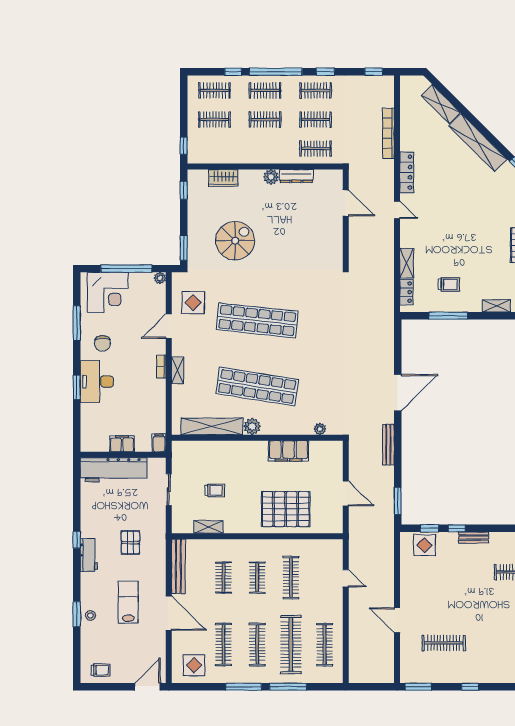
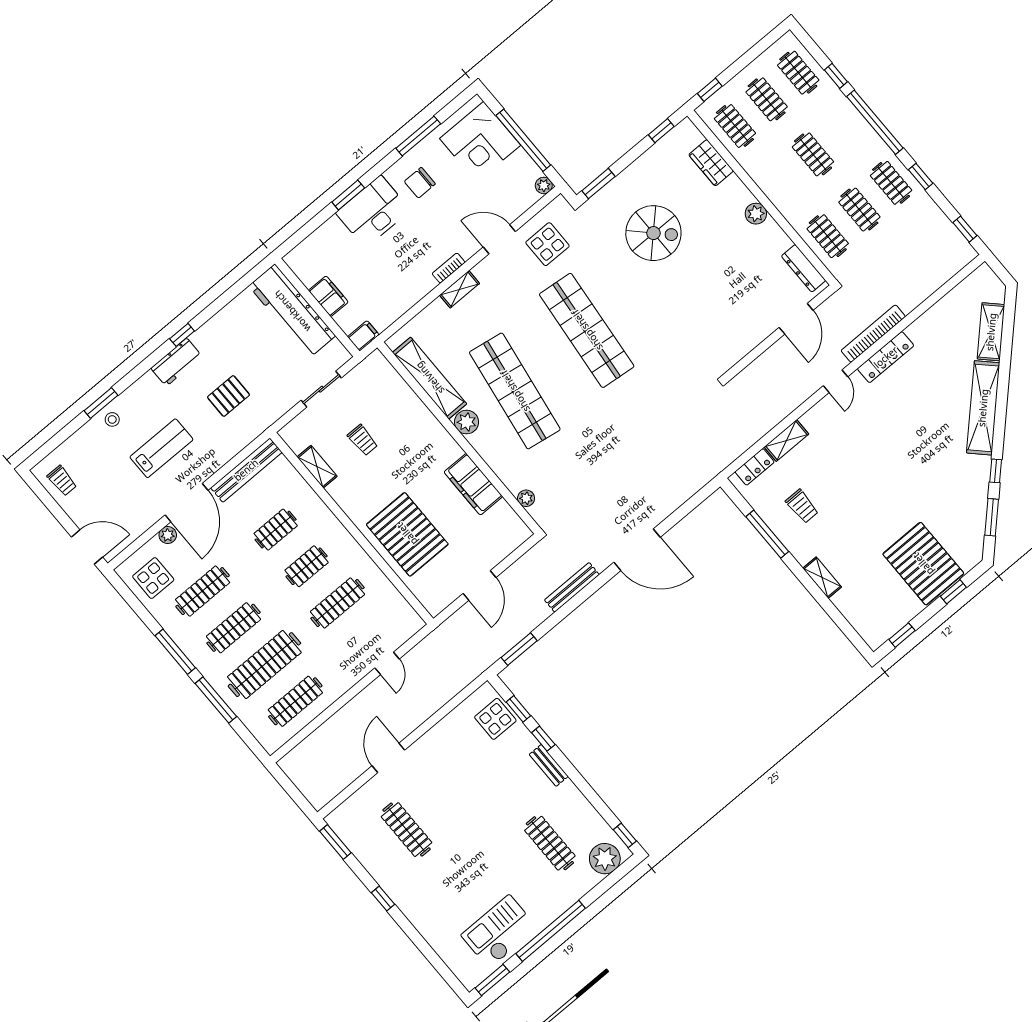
clothes rail: (265, 90) -> (735, 126), moved
bookcase: (388, 133) -> (873, 334), moved
dresser: (296, 176) -> (804, 268), moved
plant: (178, 638) -> (168, 535), added

